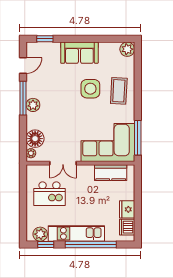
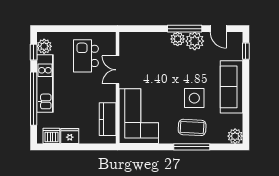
sofa: (79, 53) -> (231, 87), width x1.36
window: (138, 138) -> (192, 147), moved
floor lamp: (35, 139) -> (143, 41), removed
plant: (31, 153) -> (195, 41), moved, width x1.88, depth x1.88

